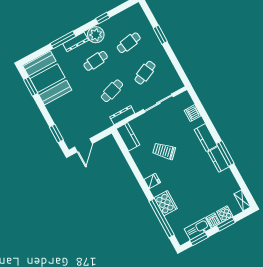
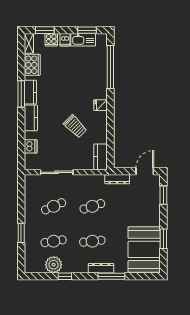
plant: (96, 35) -> (54, 265), moved
window: (31, 86) -> (163, 239), moved
dresser: (122, 115) -> (117, 179), moved
cooker: (166, 203) -> (32, 65), moved, turned 180
window: (226, 224) -> (45, 30), moved

